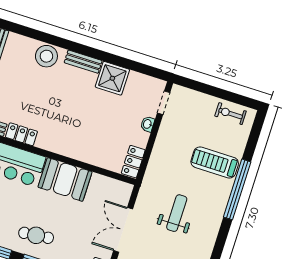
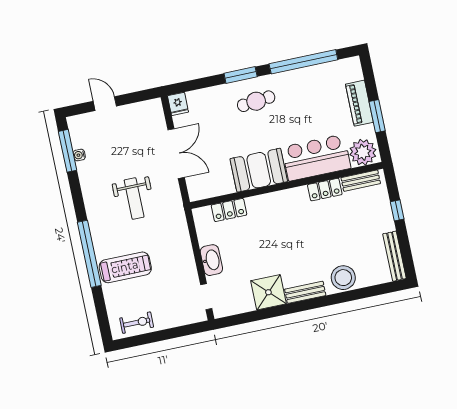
washbasin: (148, 124) -> (211, 260), width x1.91, depth x1.45
locker: (133, 162) -> (229, 210), moved, turned 90

